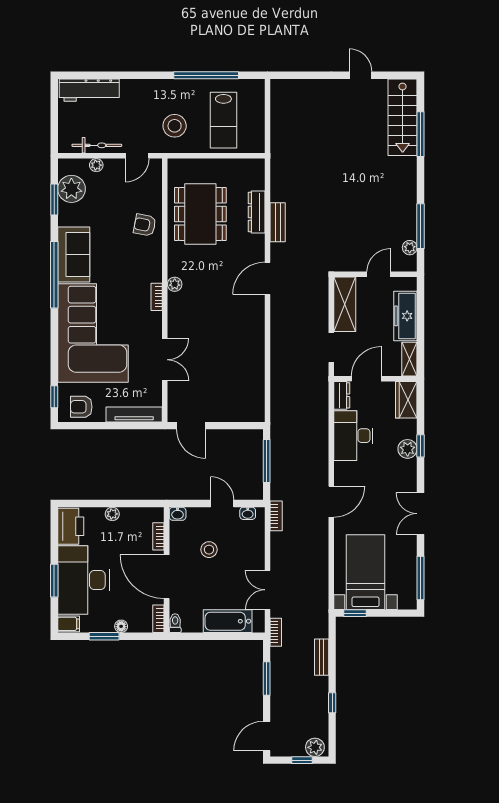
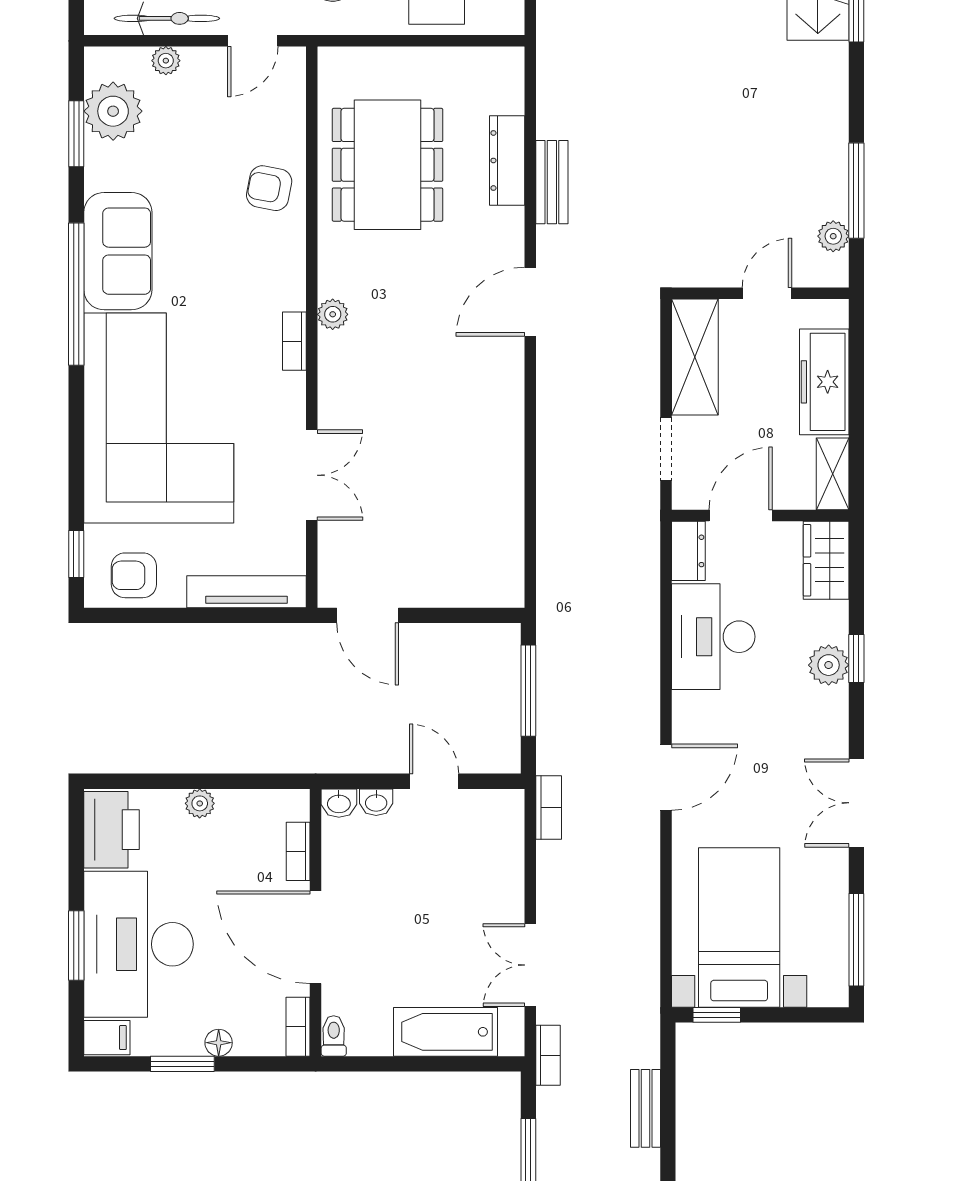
washbasin: (248, 513) -> (376, 802), moved
stool: (209, 550) -> (406, 879), removed

